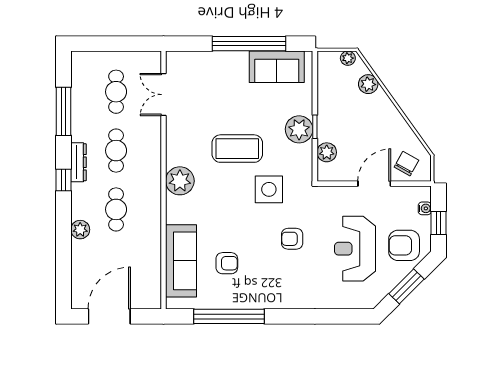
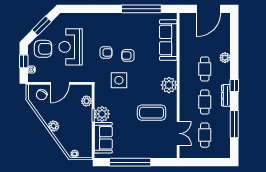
sofa: (277, 67) -> (103, 138), moved, turned 90
plant: (368, 84) -> (54, 126), moved
coffee table: (237, 149) -> (152, 113), moved
reception desk: (355, 249) -> (71, 47), turned 180
armchair: (227, 263) -> (128, 55), moved

